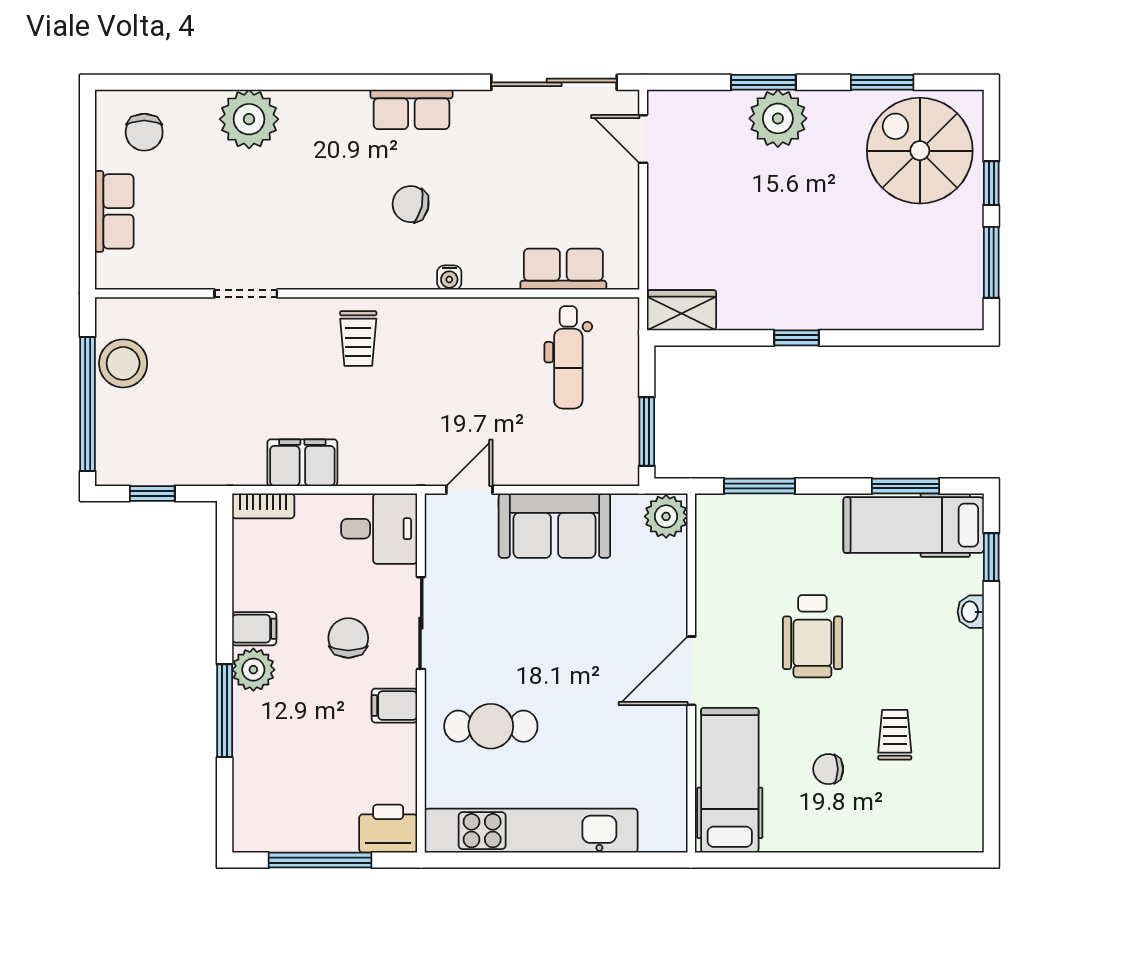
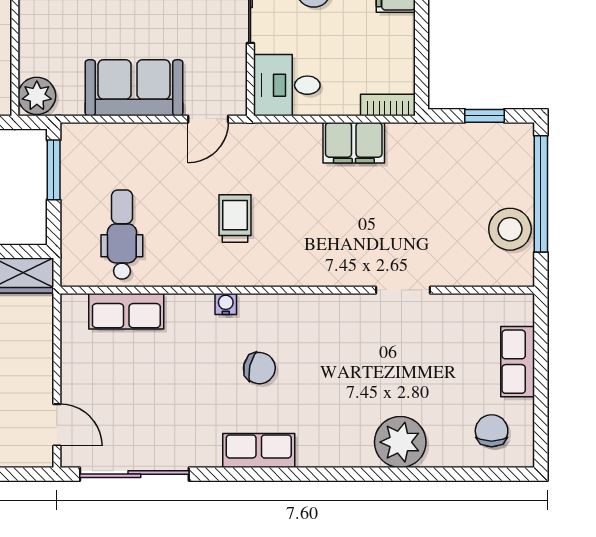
trolley: (358, 338) -> (235, 218), moved

